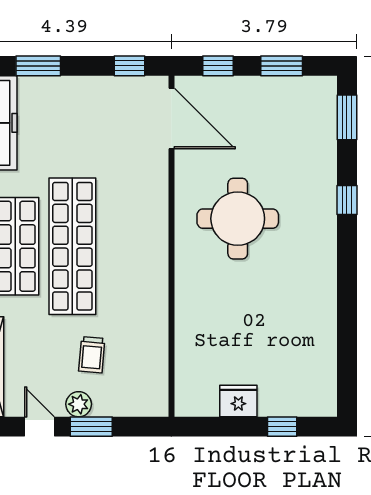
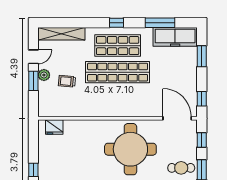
cafe table: (278, 110) -> (181, 168), added
door: (171, 118) -> (177, 118), swing flipped
round table: (238, 219) -> (130, 149), width x1.36, depth x1.36
fridge: (238, 401) -> (54, 127), moved, turned 90

